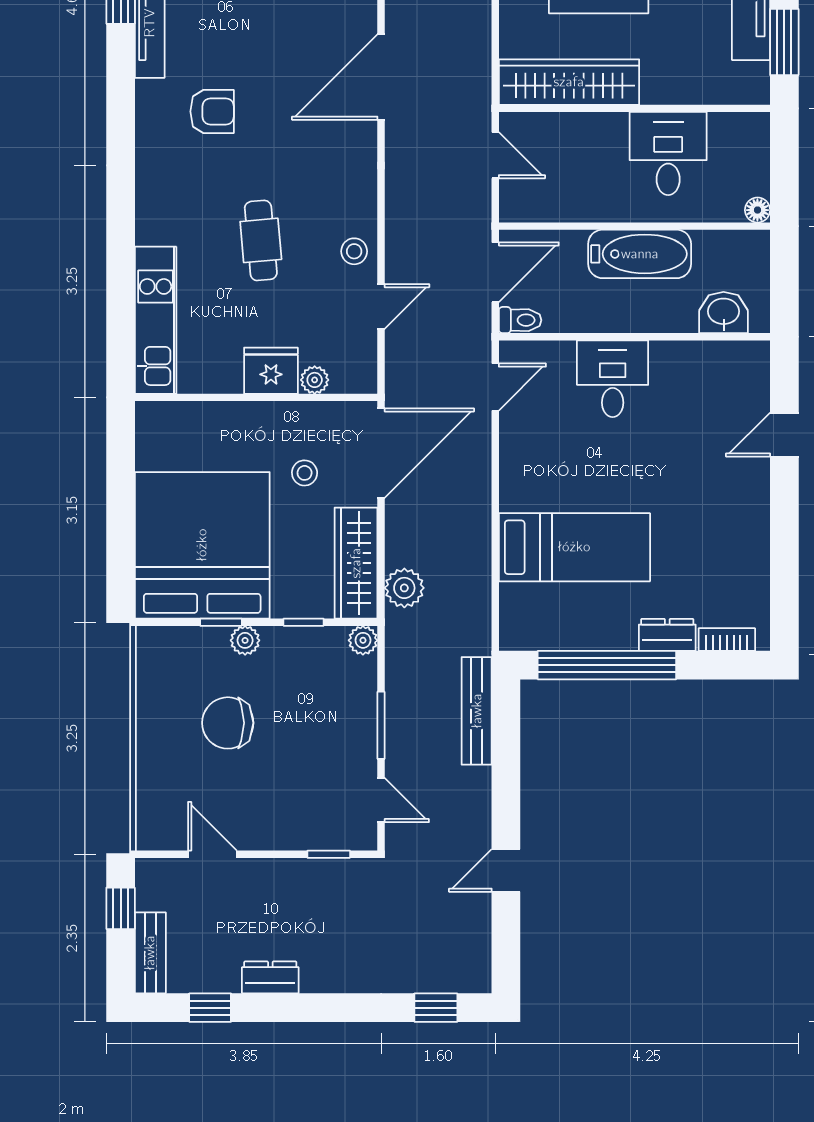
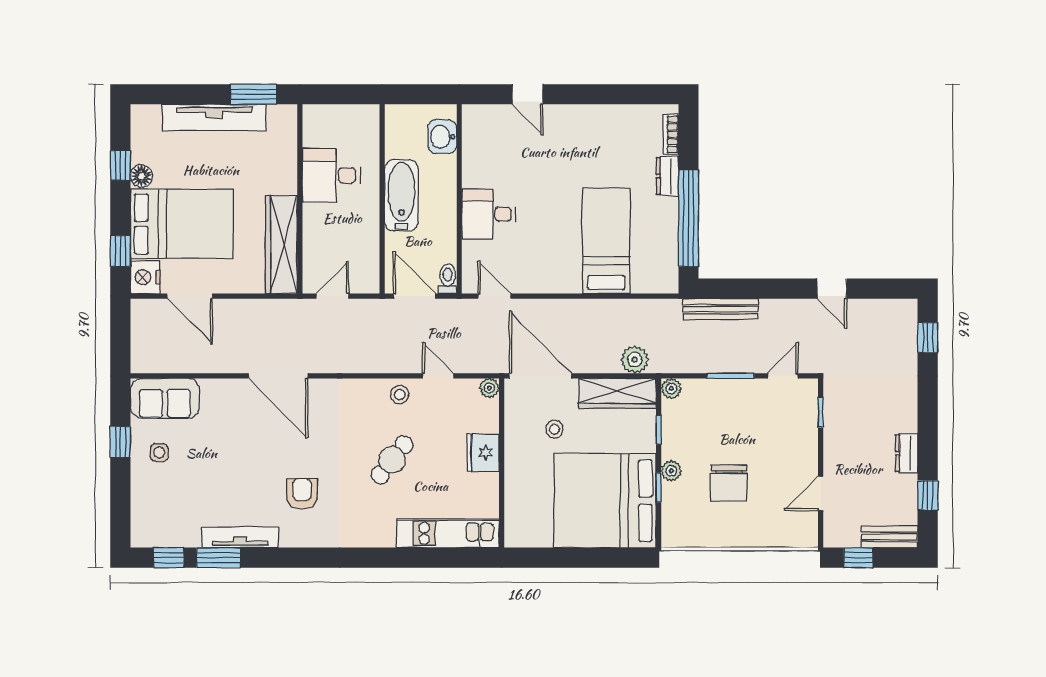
floor lamp: (757, 210) -> (371, 113), removed
cafe table: (261, 240) -> (392, 460), turned -47
plant: (315, 380) -> (489, 388), moved

